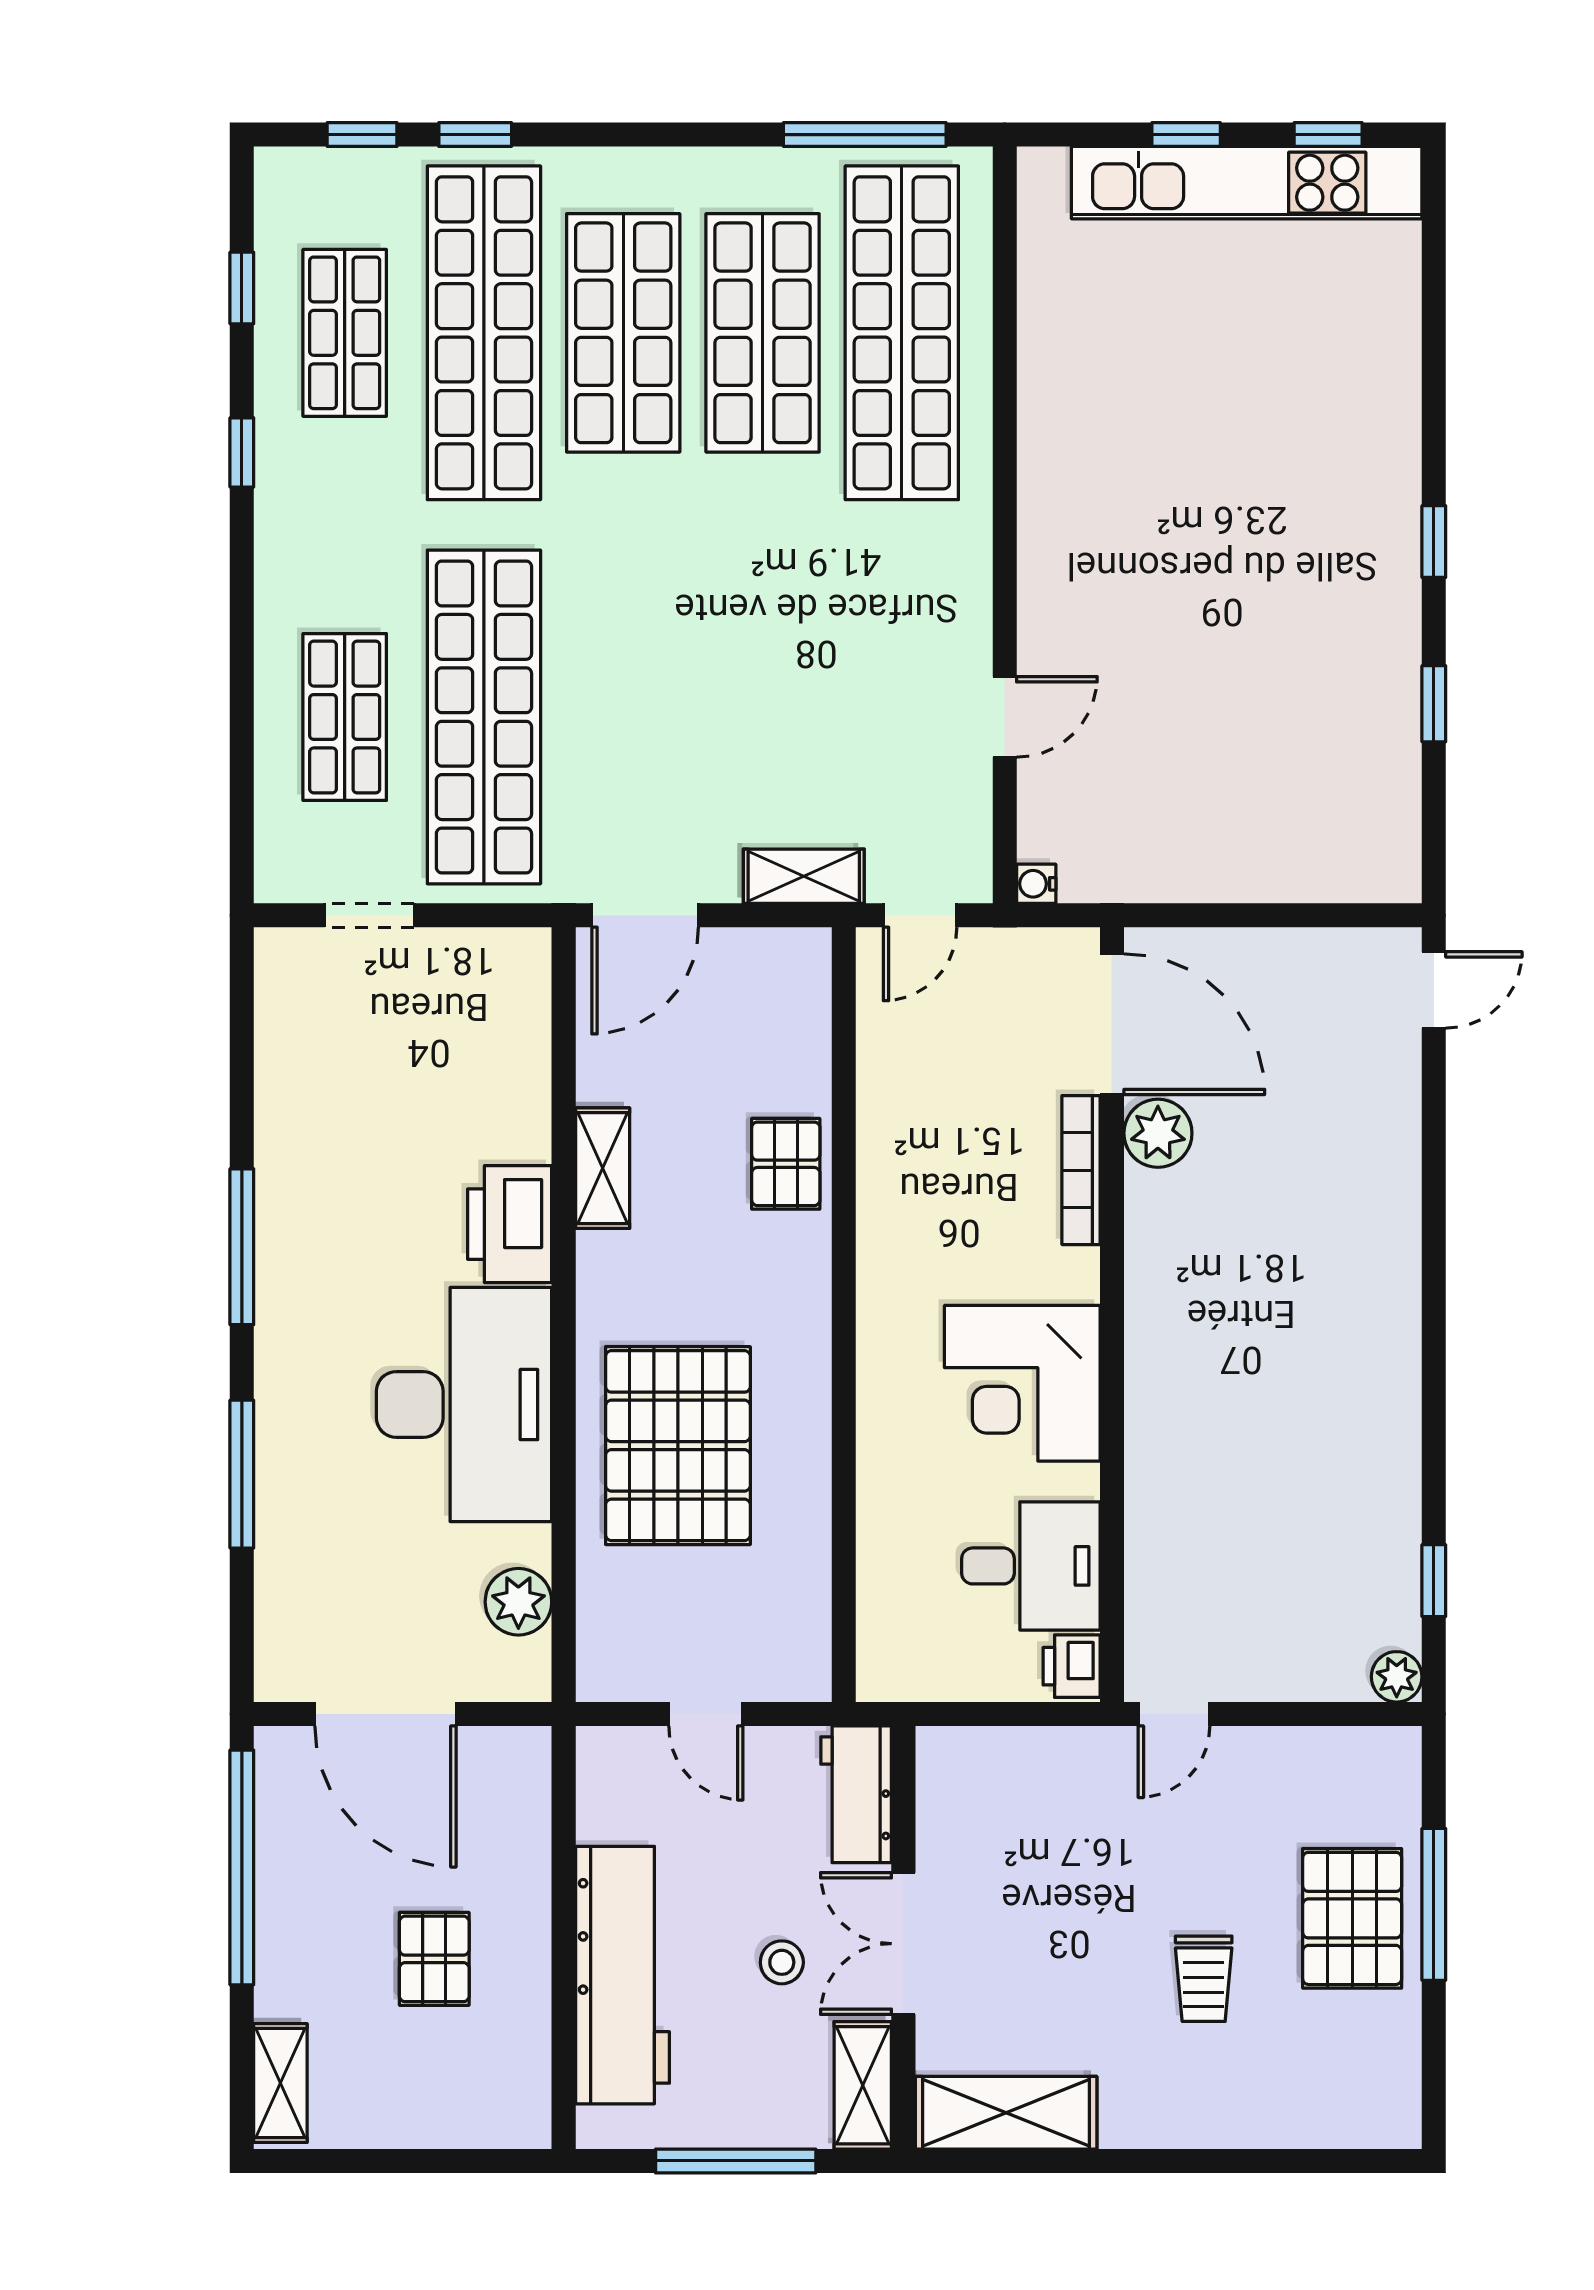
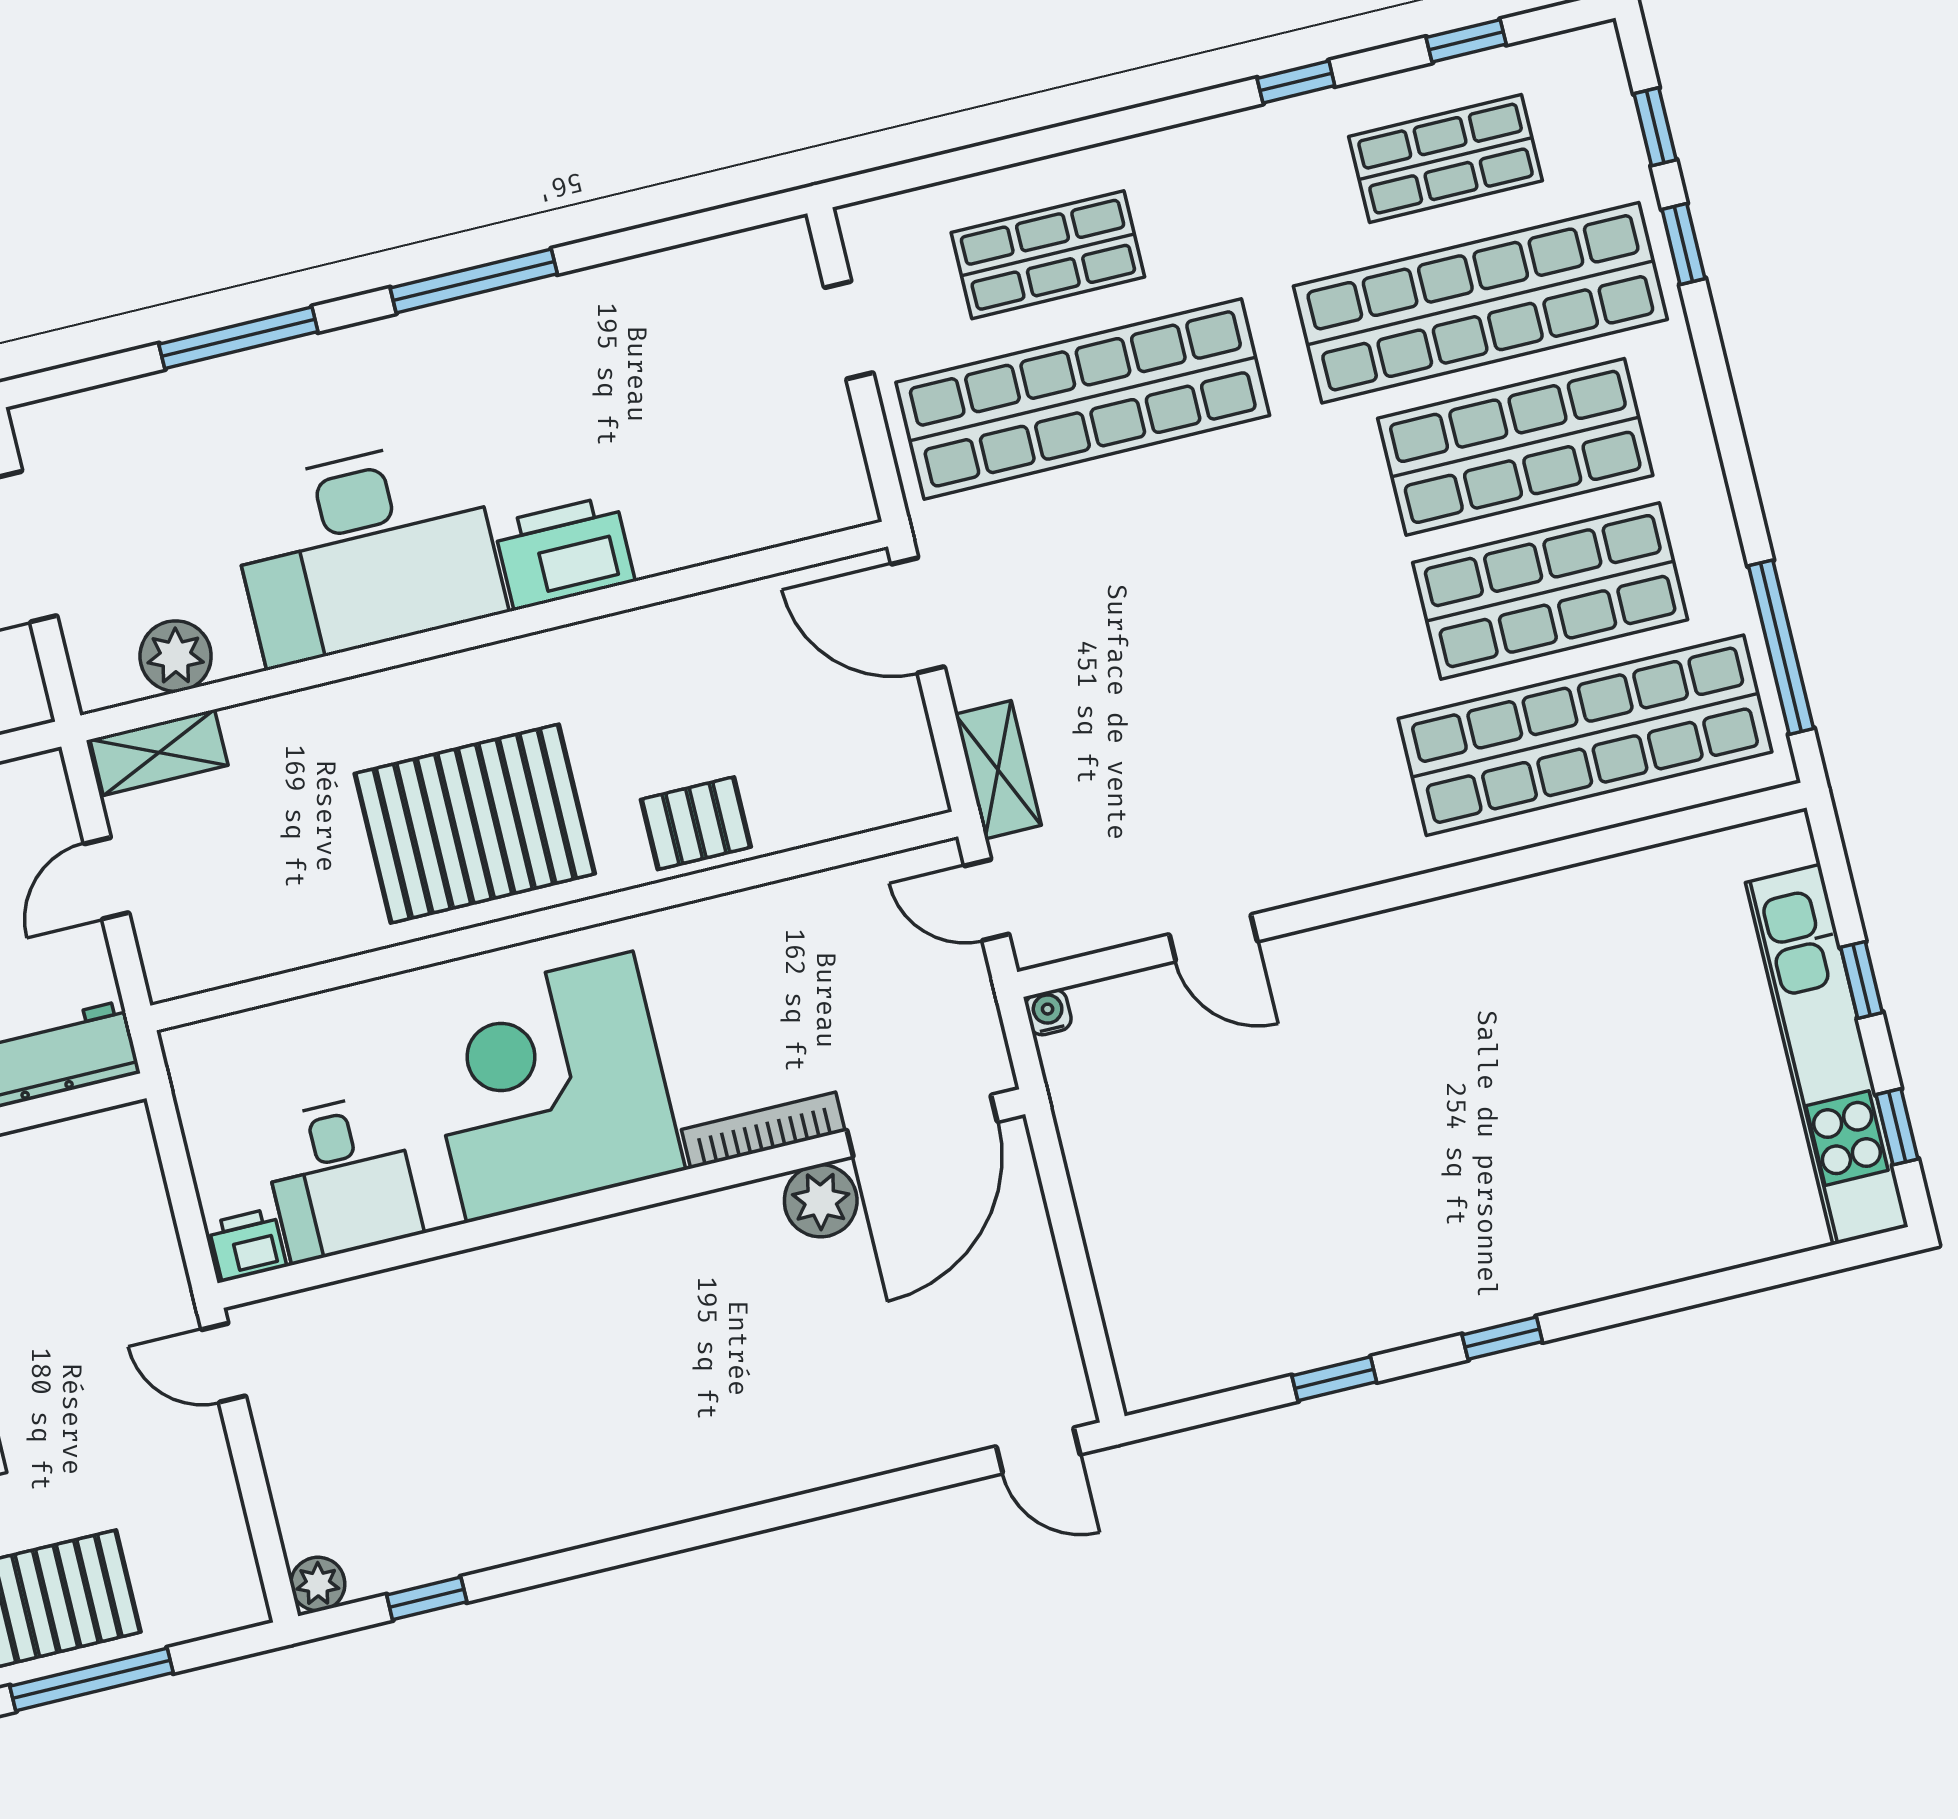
shelving: (603, 1168) -> (159, 752), moved
corner desk: (1022, 1383) -> (550, 1087), width x1.36, depth x1.36
pallet: (678, 1446) -> (475, 824), moved

